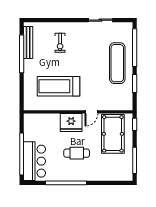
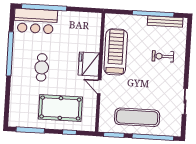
wall: (78, 112) -> (100, 72), moved
door: (91, 112) -> (99, 87), moved
fridge: (71, 123) -> (89, 64), moved

